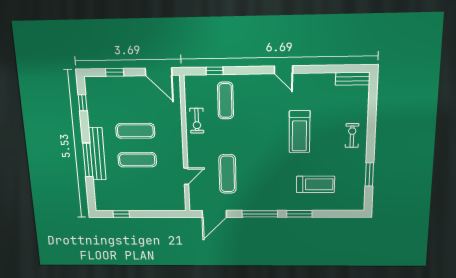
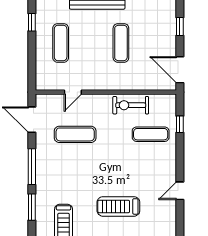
door: (159, 72) -> (180, 70), hinge flipped
exercise bike: (197, 121) -> (131, 105), width x1.38, depth x1.39
exercise mat: (137, 160) -> (61, 43), moved
door: (186, 176) -> (73, 92), hinge flipped

